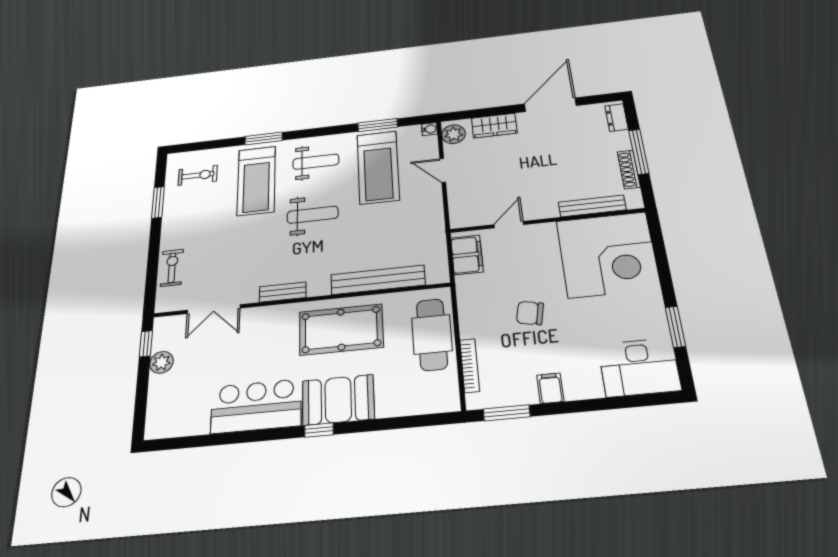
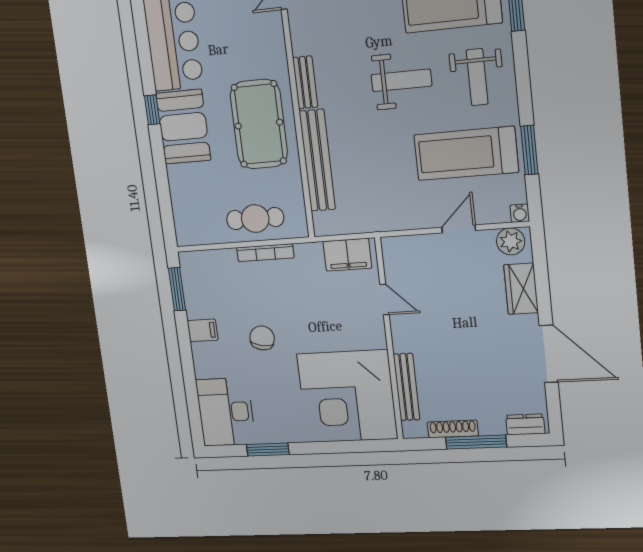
weight bench: (313, 215) -> (401, 80), turned -90
bench: (283, 292) -> (305, 82), moved
chair: (530, 313) -> (262, 338), moved
cafe table: (432, 334) -> (255, 219), width x0.73, depth x0.74
bookcase: (470, 366) -> (265, 253), moved

